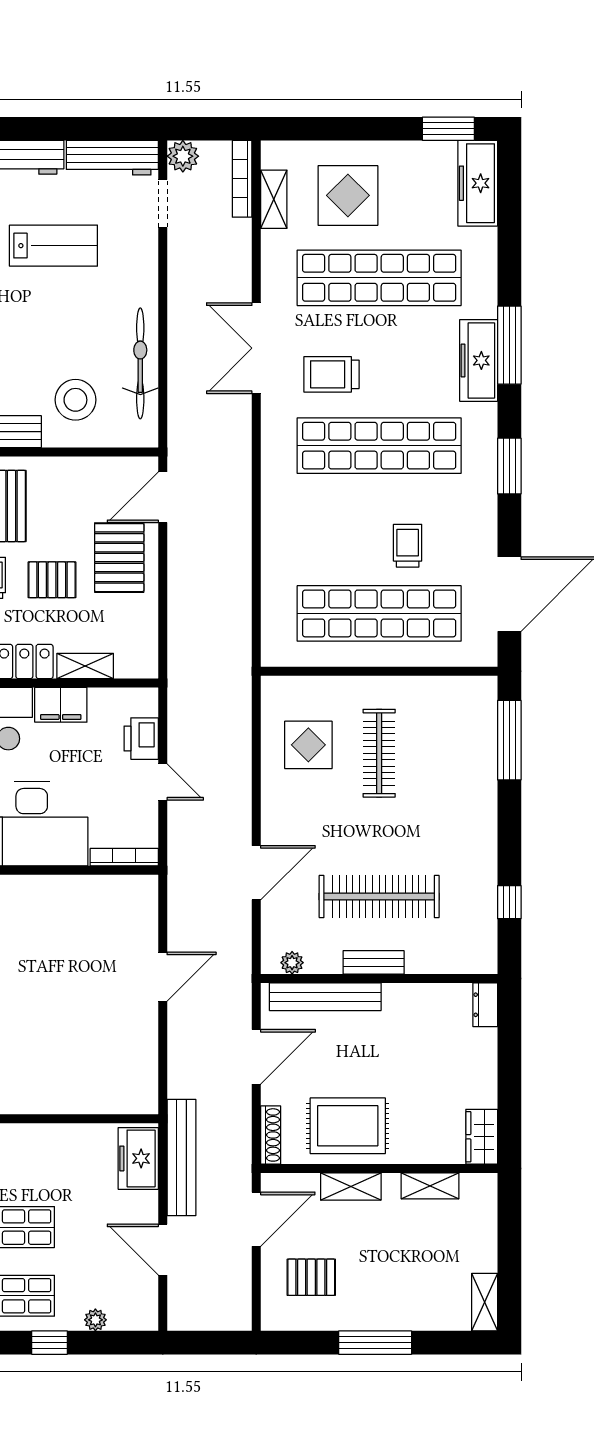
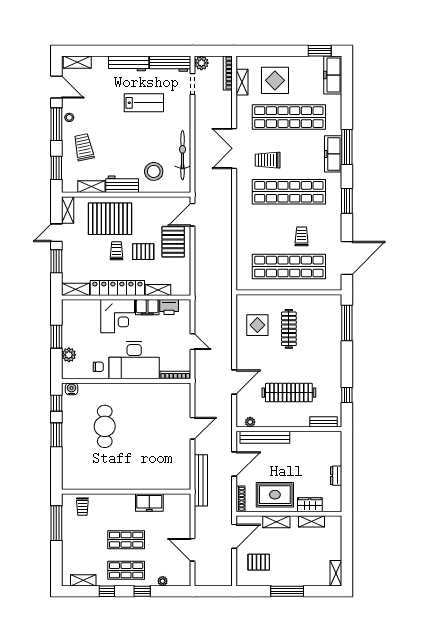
printer: (141, 739) -> (169, 307), moved, turned -90
bench: (374, 962) -> (323, 422), moved
dresser: (485, 1005) -> (336, 476), moved
wardrobe: (482, 1137) -> (310, 505), moved, turned 90
freezer: (138, 1158) -> (149, 502), moved, turned -90
bench: (182, 1158) -> (201, 480), moved

